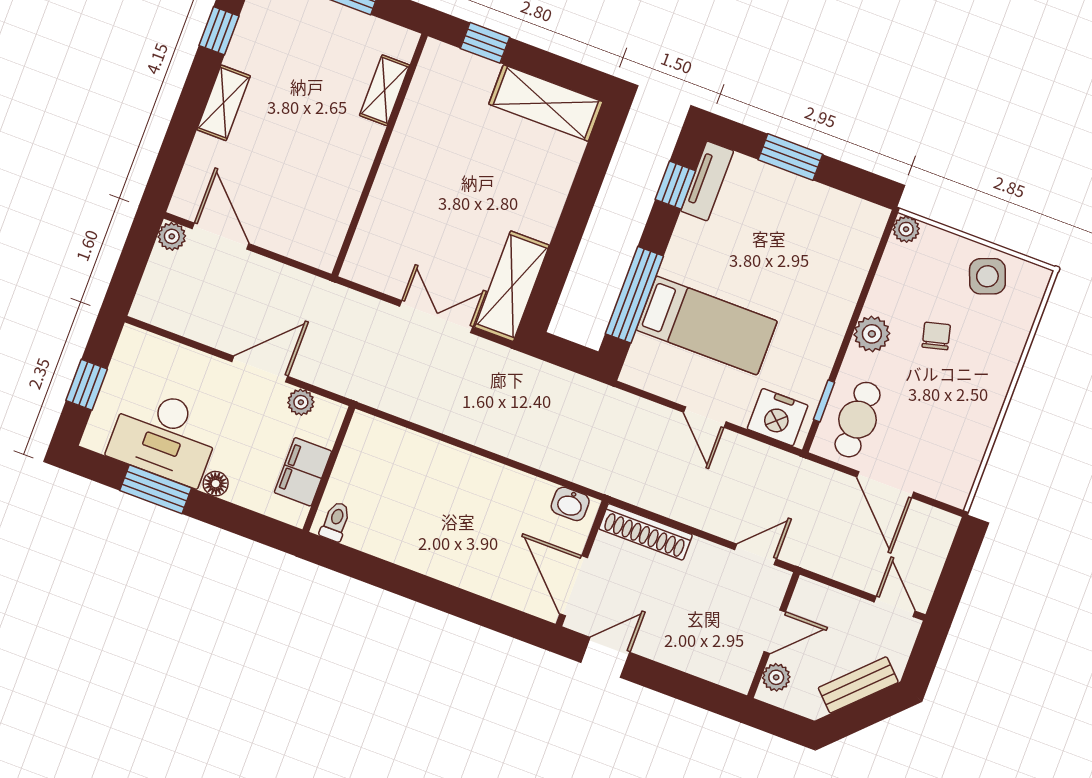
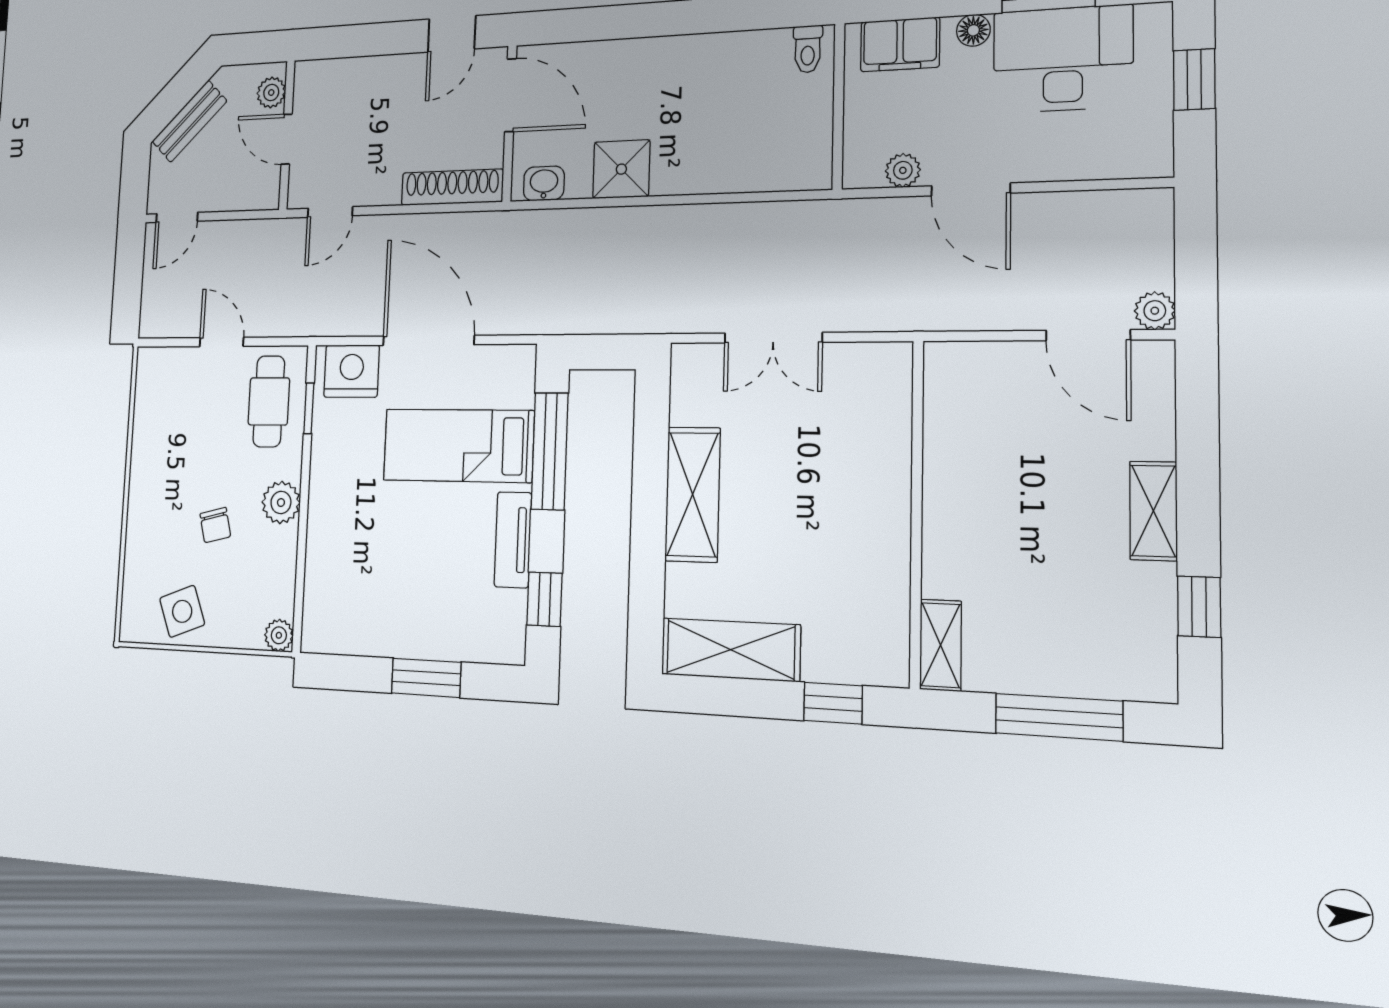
shelving: (385, 90) -> (941, 645), moved
tv unit: (707, 181) -> (513, 540), moved
shelving: (512, 286) -> (693, 494), moved
door: (260, 369) -> (971, 189), hinge flipped
door: (705, 417) -> (428, 340), width x1.88
filing cabinet: (303, 472) -> (900, 44), moved, turned 90
door: (885, 485) -> (222, 342), width x0.73
shower: (506, 490) -> (621, 169), added
door: (895, 606) -> (177, 217), hinge flipped
door: (775, 632) -> (287, 139), hinge flipped

